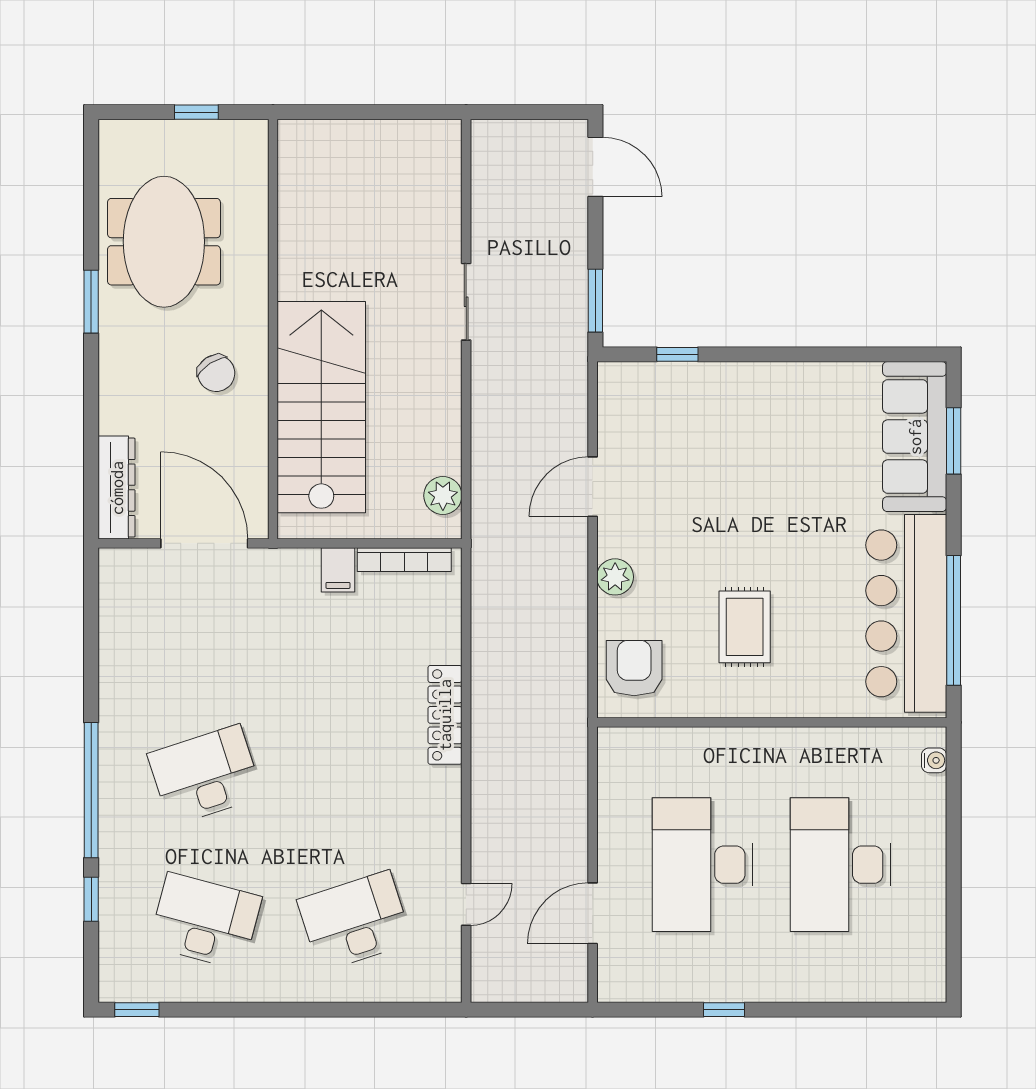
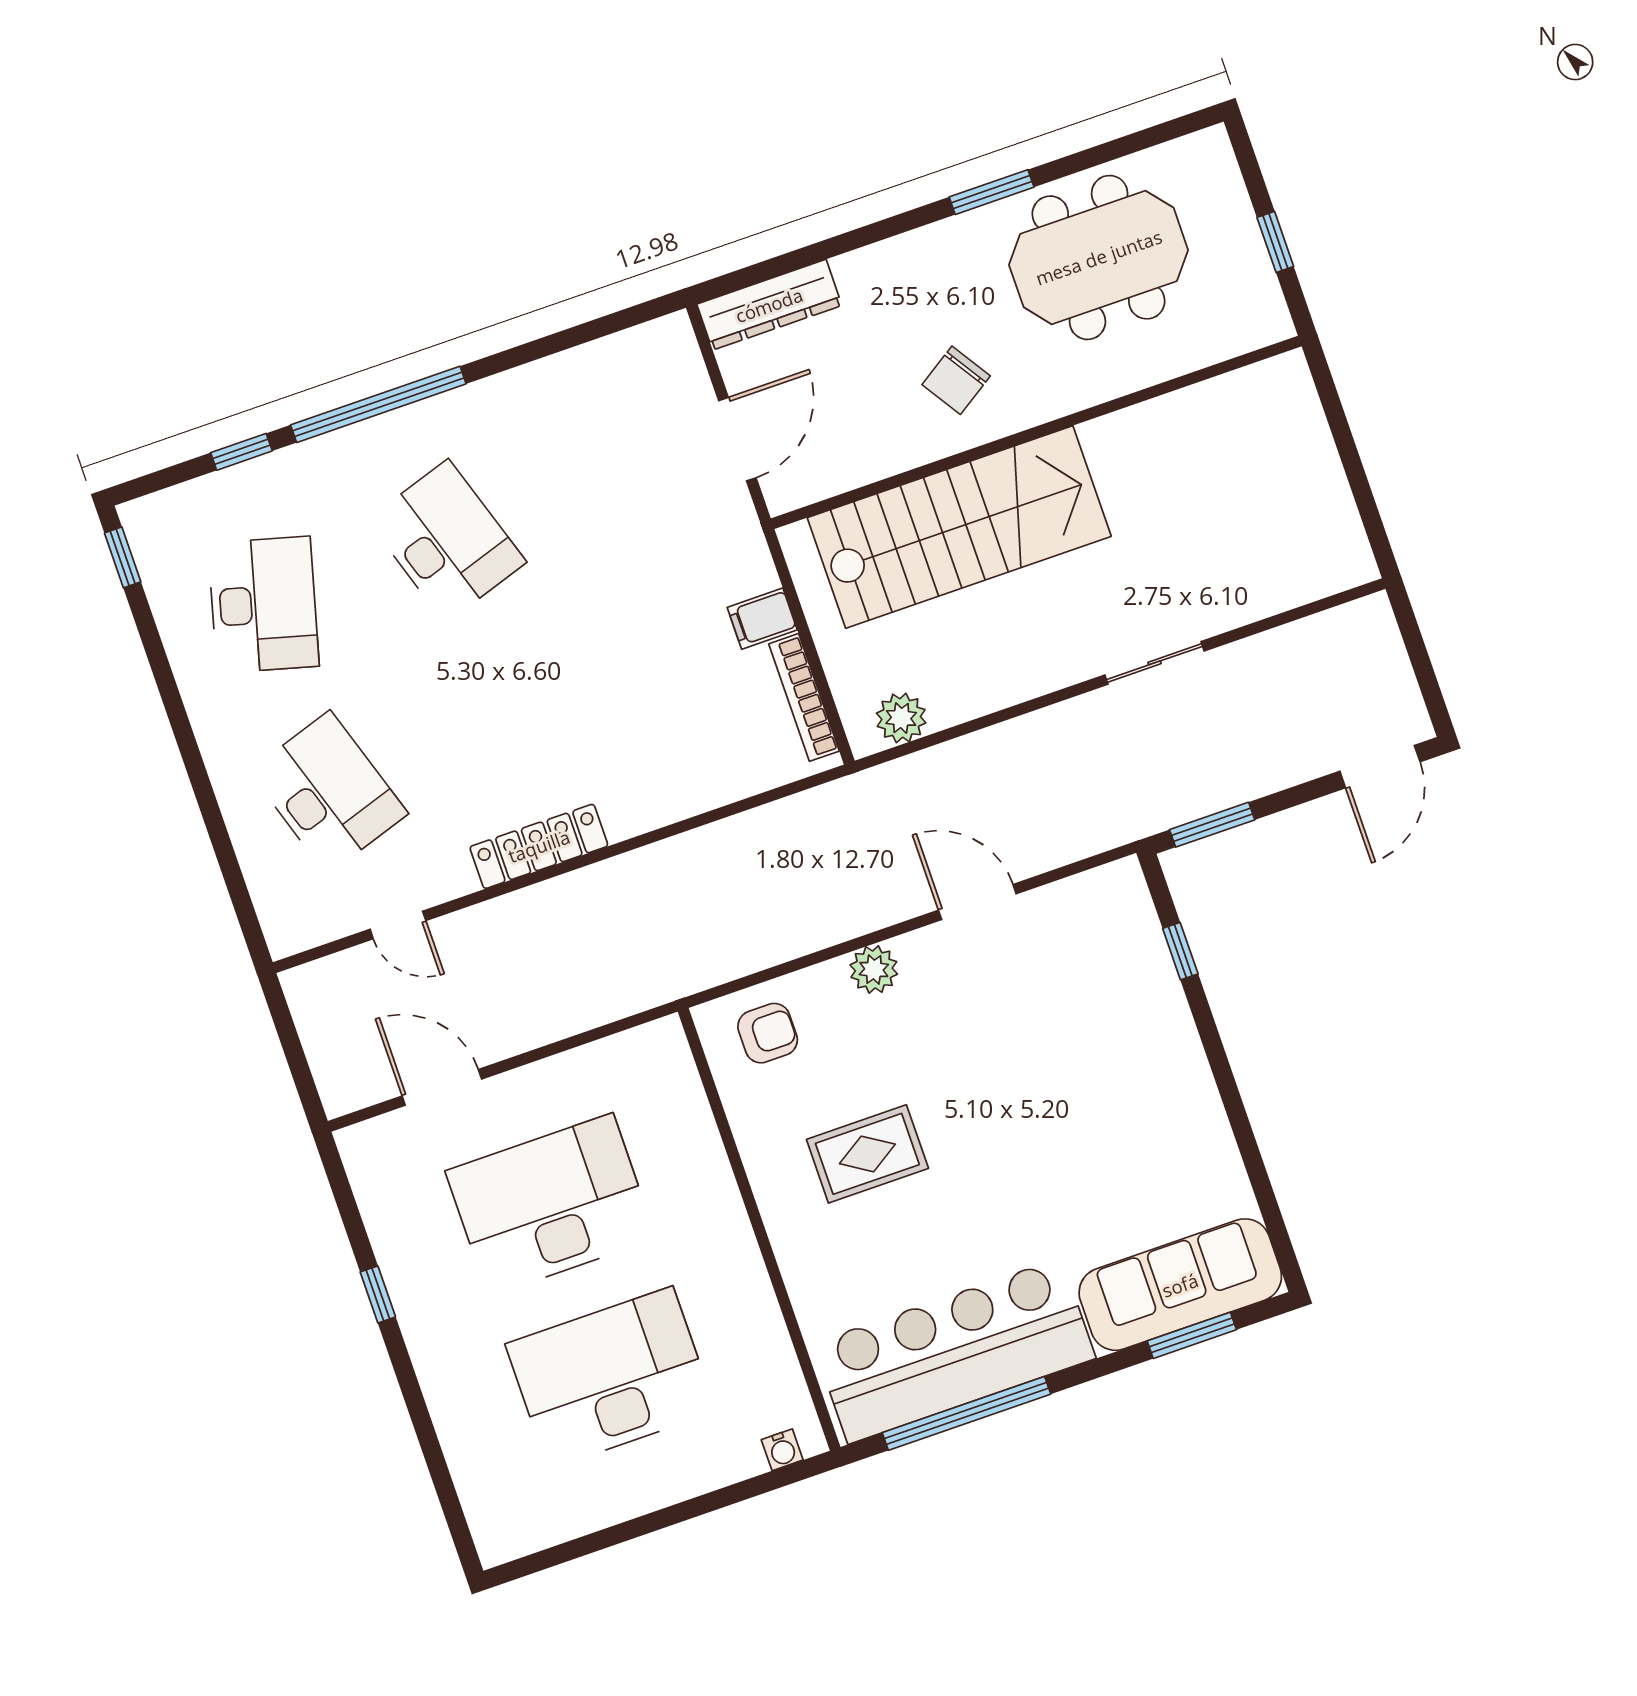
door: (204, 543) -> (737, 439), width x0.73
armchair: (634, 668) -> (768, 1033), width x0.72, depth x0.72
locker: (445, 715) -> (539, 846), moved

